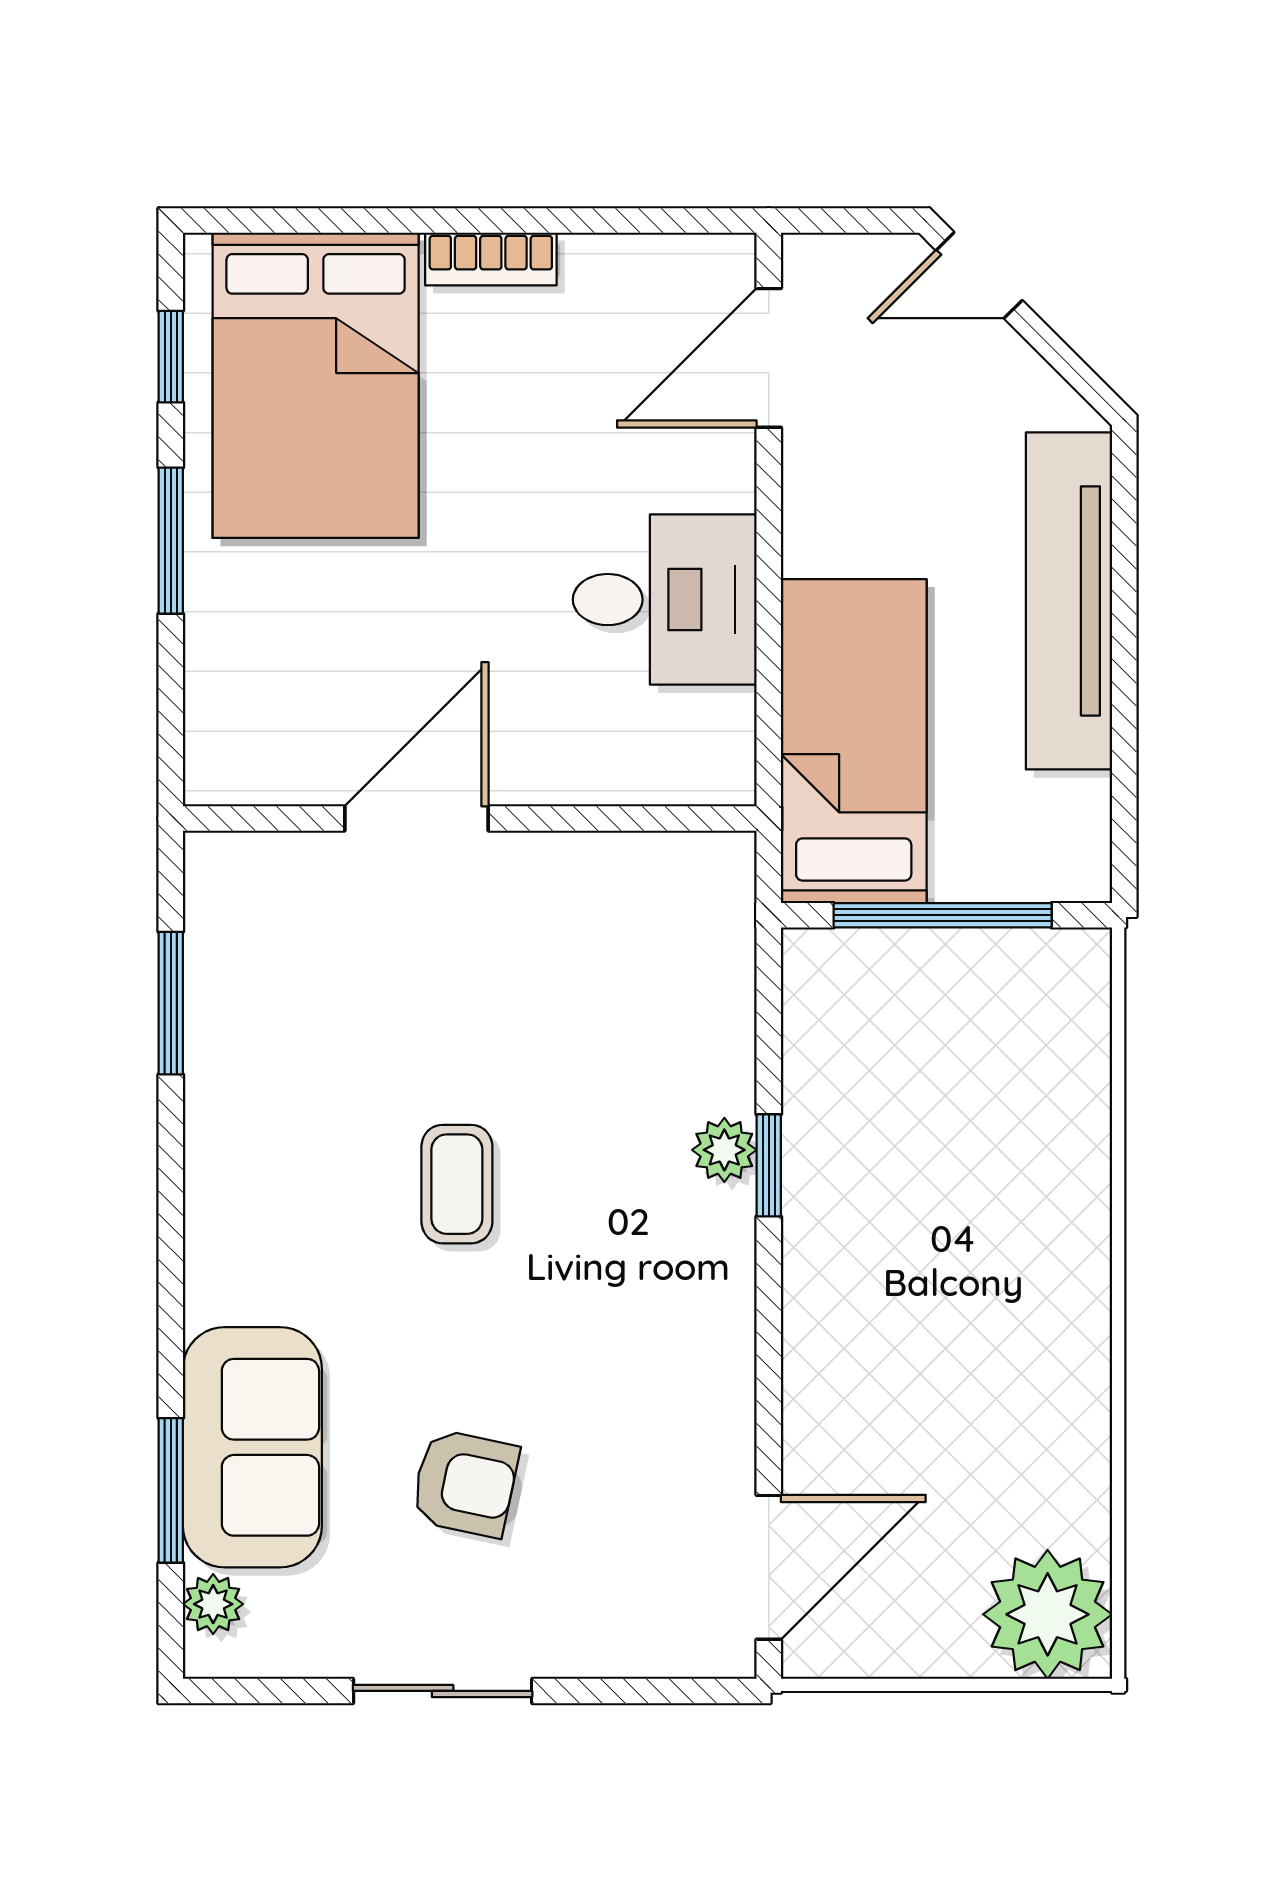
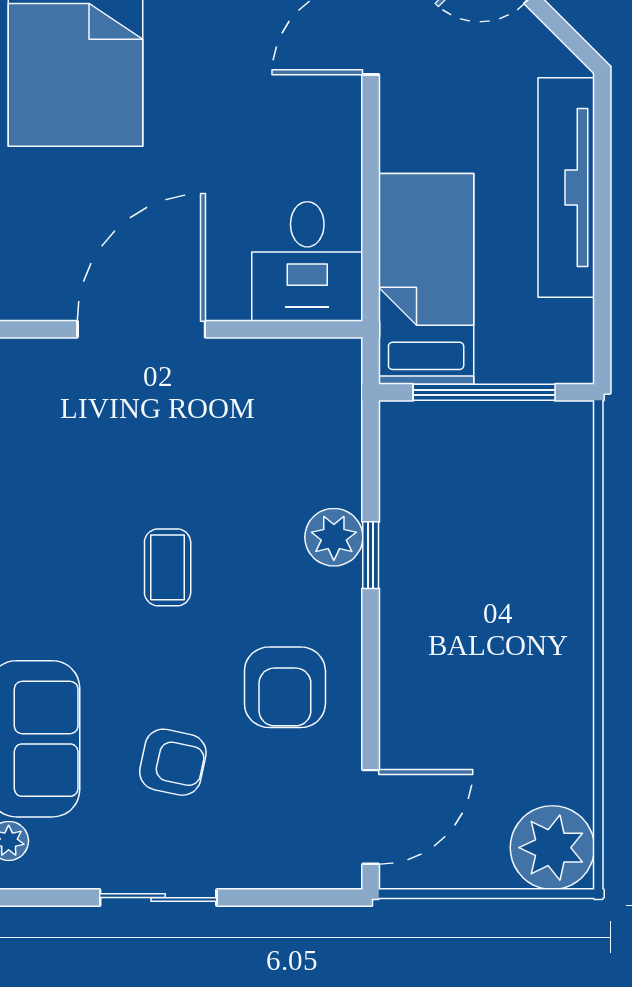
desk: (665, 600) -> (307, 261), moved, turned 90
door: (417, 818) -> (141, 329), width x1.36
plant: (724, 1150) -> (334, 537), width x1.38, depth x1.38
armchair: (637, 1368) -> (285, 687), added

